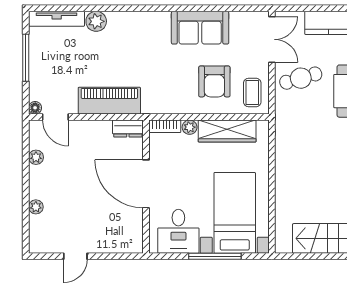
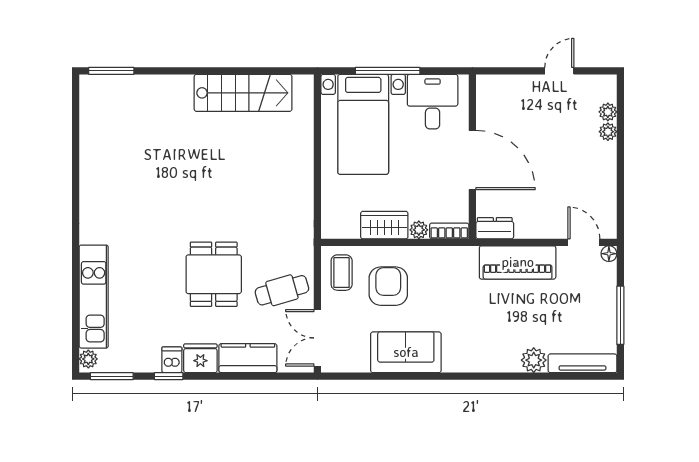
wardrobe: (227, 131) -> (384, 225), width x0.67
plant: (36, 157) -> (608, 112), moved

